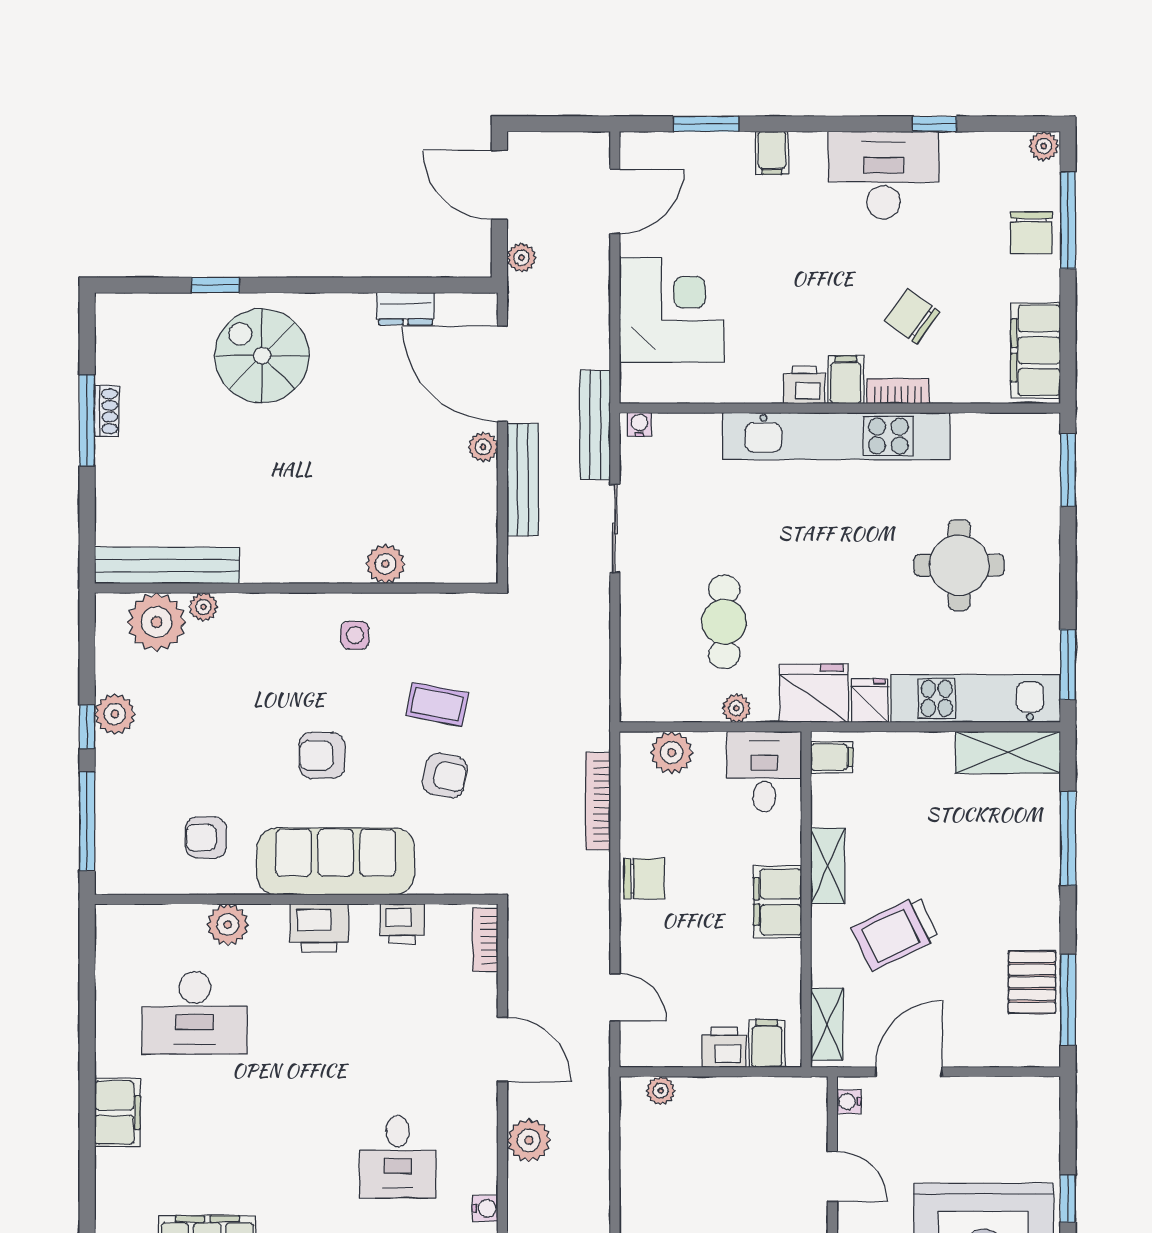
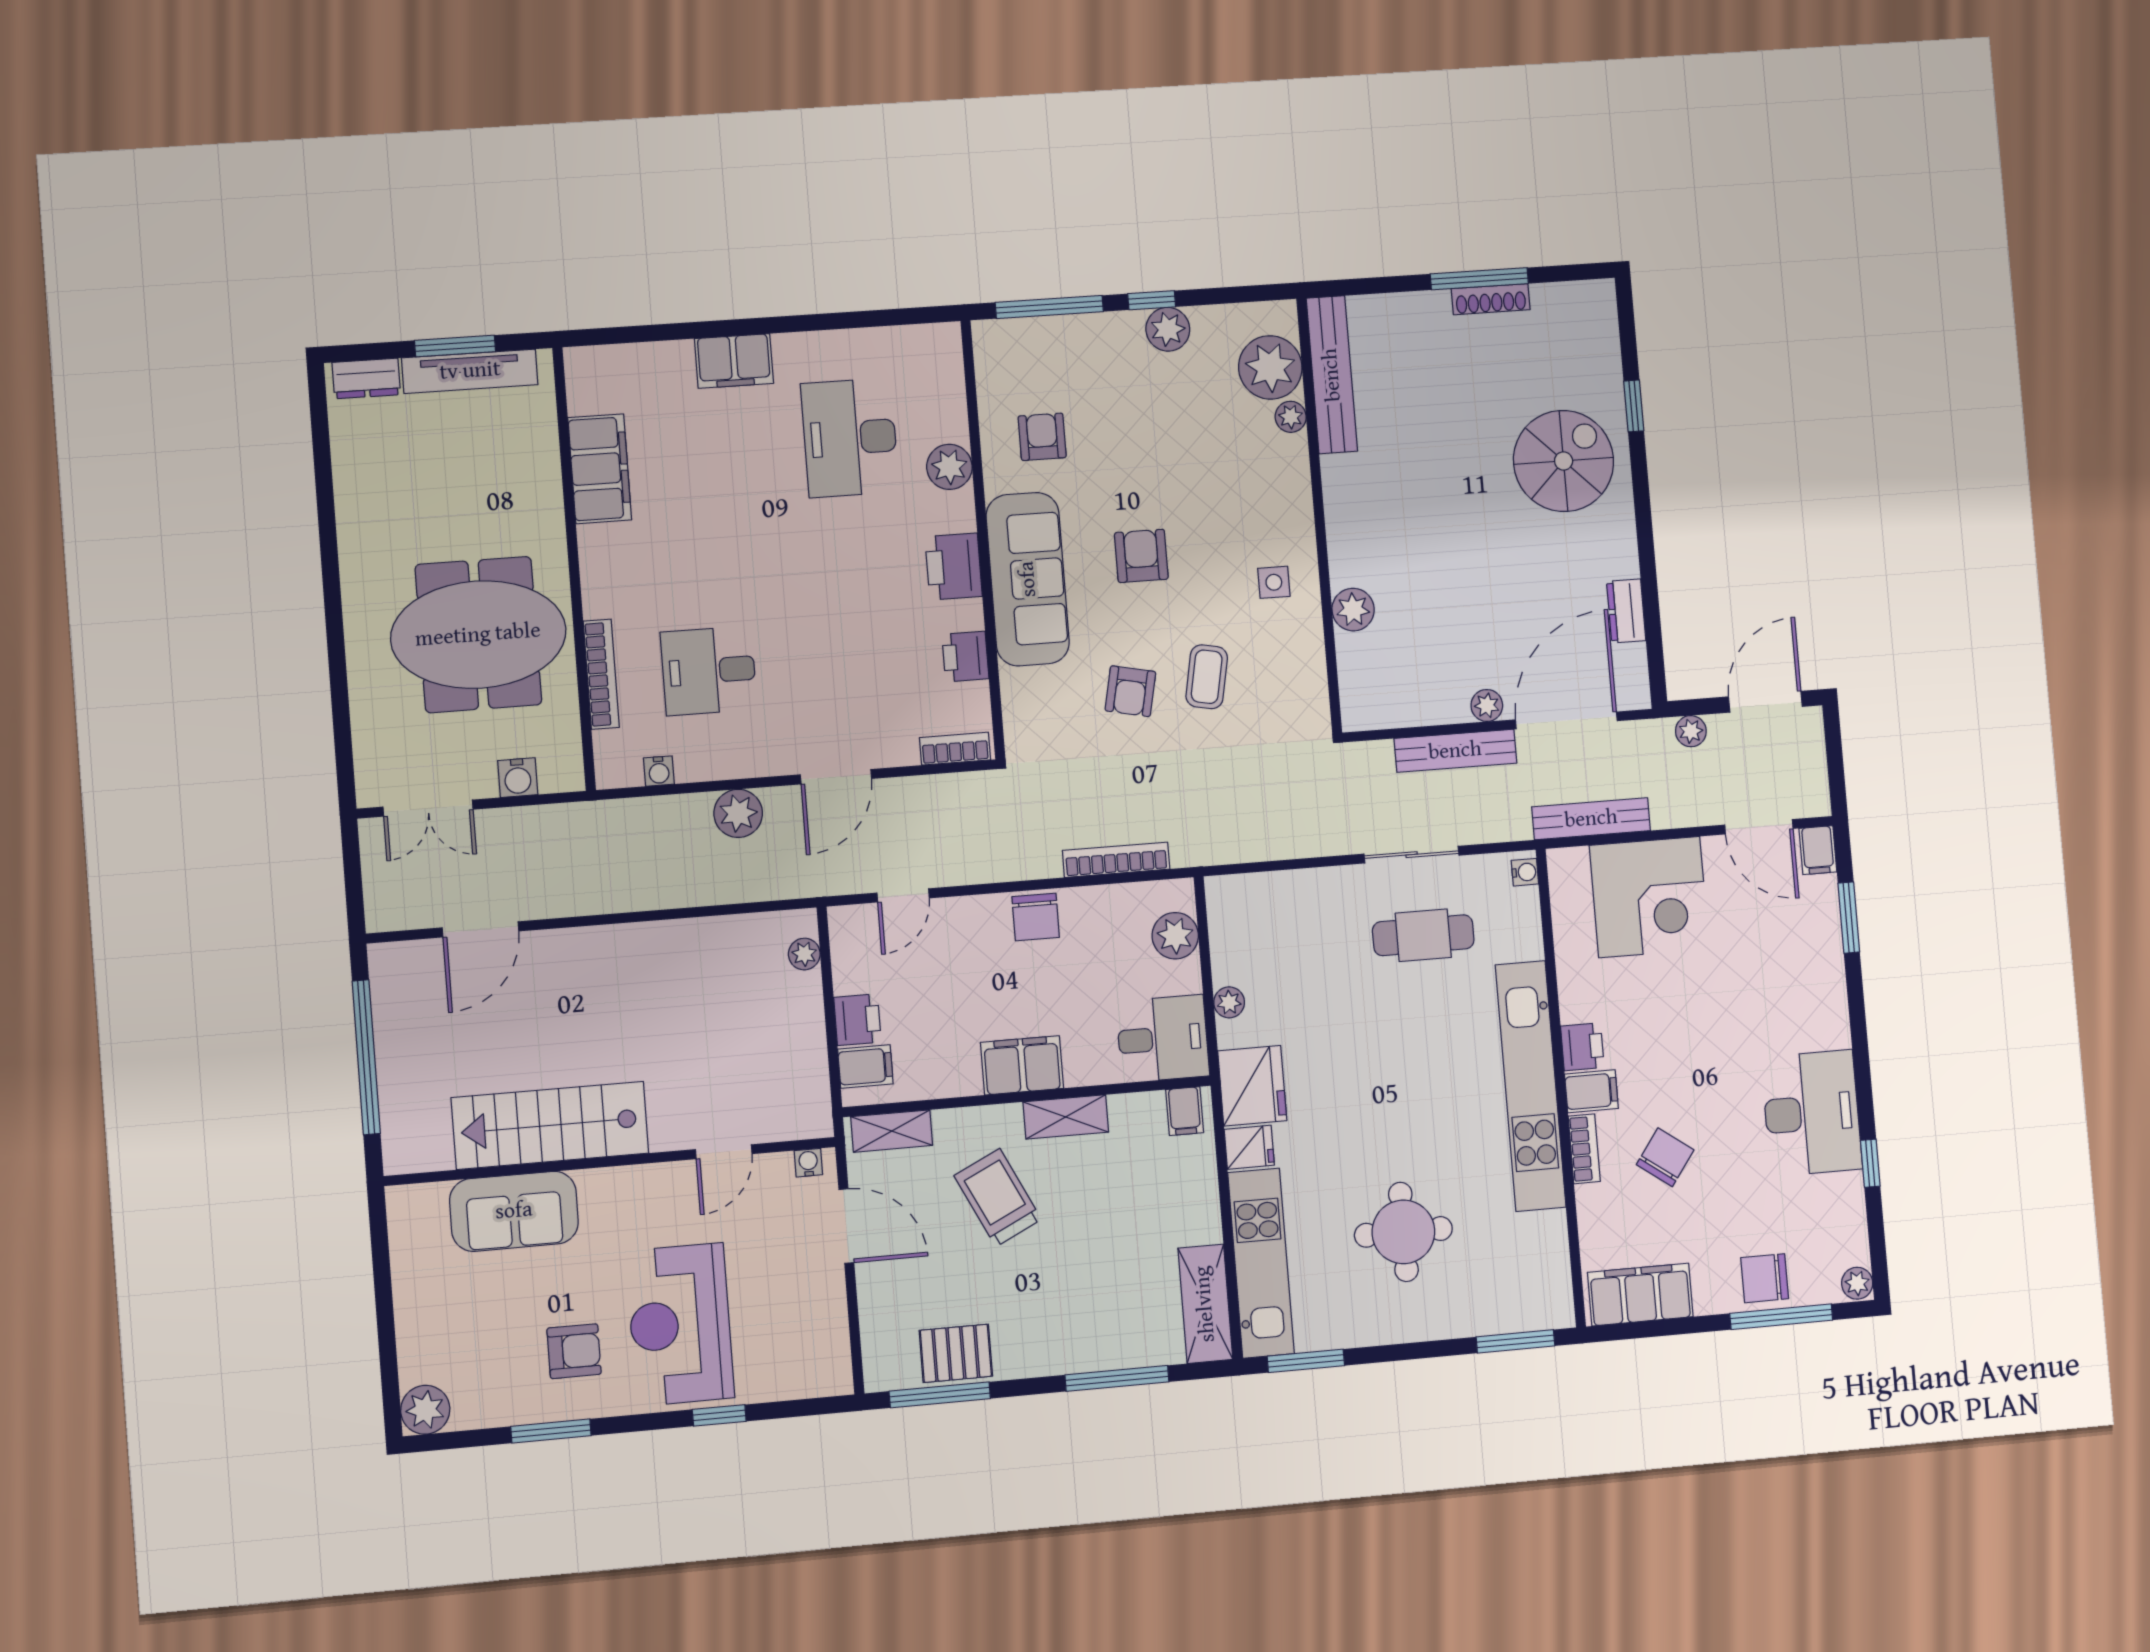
filing cabinet: (772, 153) -> (1818, 850), moved, turned -90
shoe rack: (107, 411) -> (1491, 299), width x1.43
bench: (595, 425) -> (1591, 819), moved
cafe table: (724, 622) -> (1423, 935), moved

